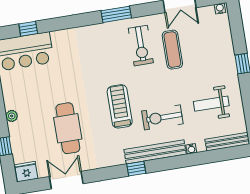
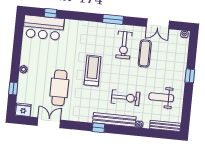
treadmill: (120, 106) -> (93, 71), moved
exercise bike: (162, 117) -> (126, 98), turned 180

